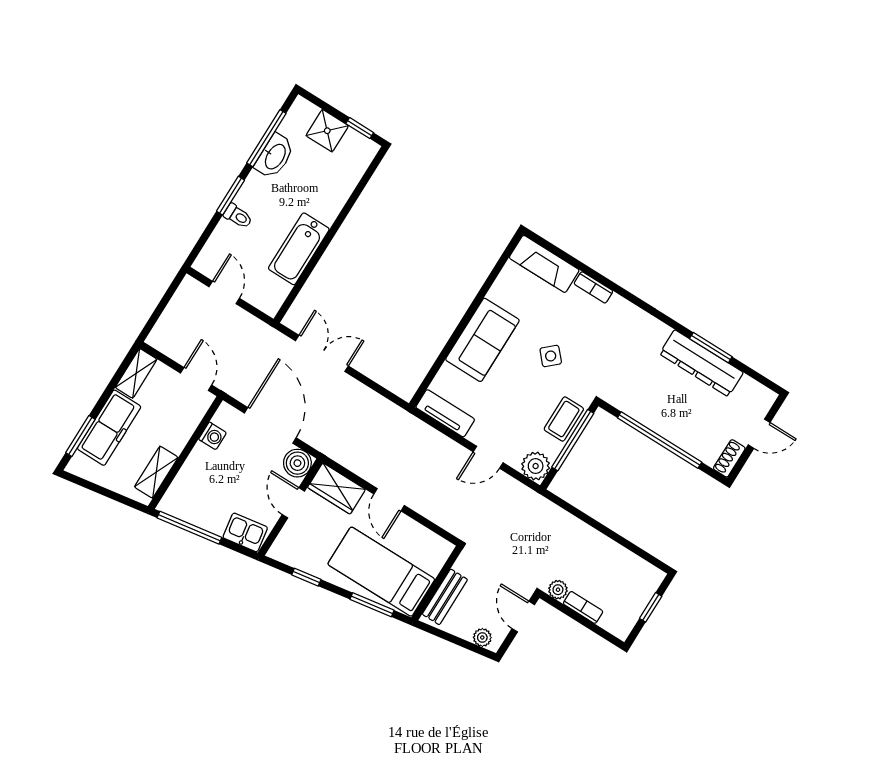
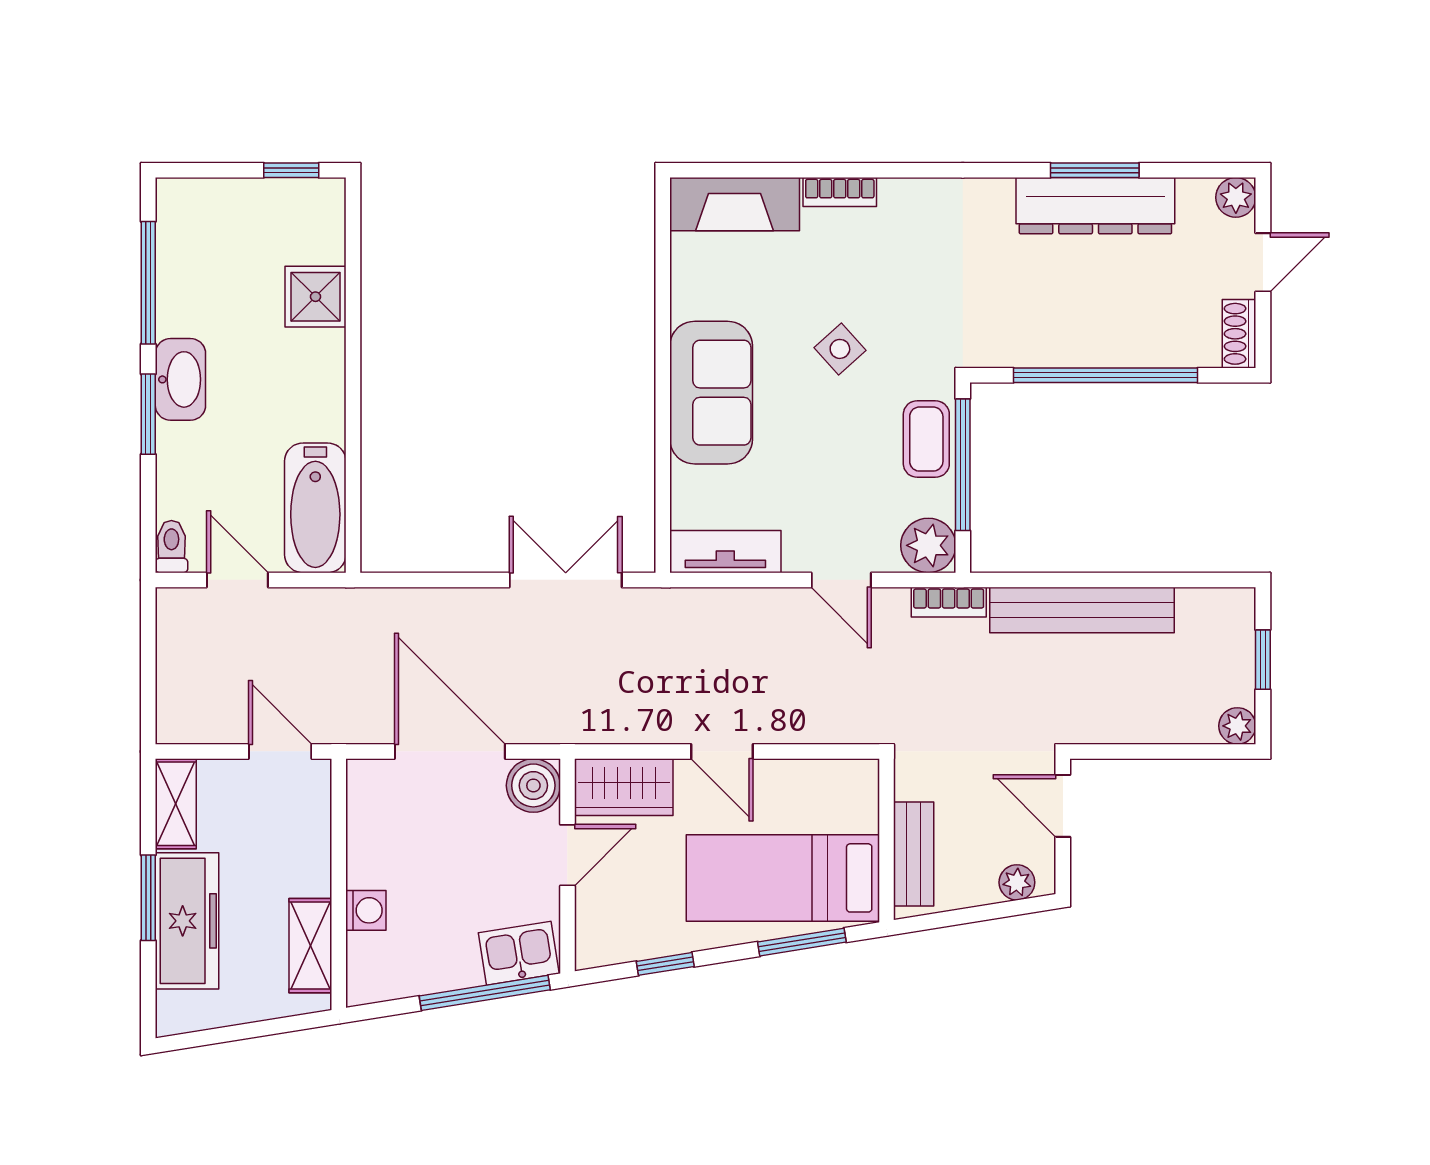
shower: (327, 131) -> (315, 297), moved
washbasin: (275, 156) -> (180, 379), moved
toilet: (238, 216) -> (171, 547), moved, turned -90
bathtub: (299, 249) -> (315, 508), moved
double door: (322, 353) -> (566, 580), moved
plant: (765, 398) -> (1236, 197), added
window: (80, 436) -> (148, 898), moved
washing machine: (213, 436) -> (366, 910), moved
door: (488, 457) -> (841, 580), hinge flipped
door: (293, 503) -> (567, 855), swing flipped
window: (189, 528) -> (485, 993), moved
bench: (585, 536) -> (1082, 610), added
plant: (558, 590) -> (1237, 726), moved
bookcase: (583, 607) -> (949, 602), moved, turned 180

